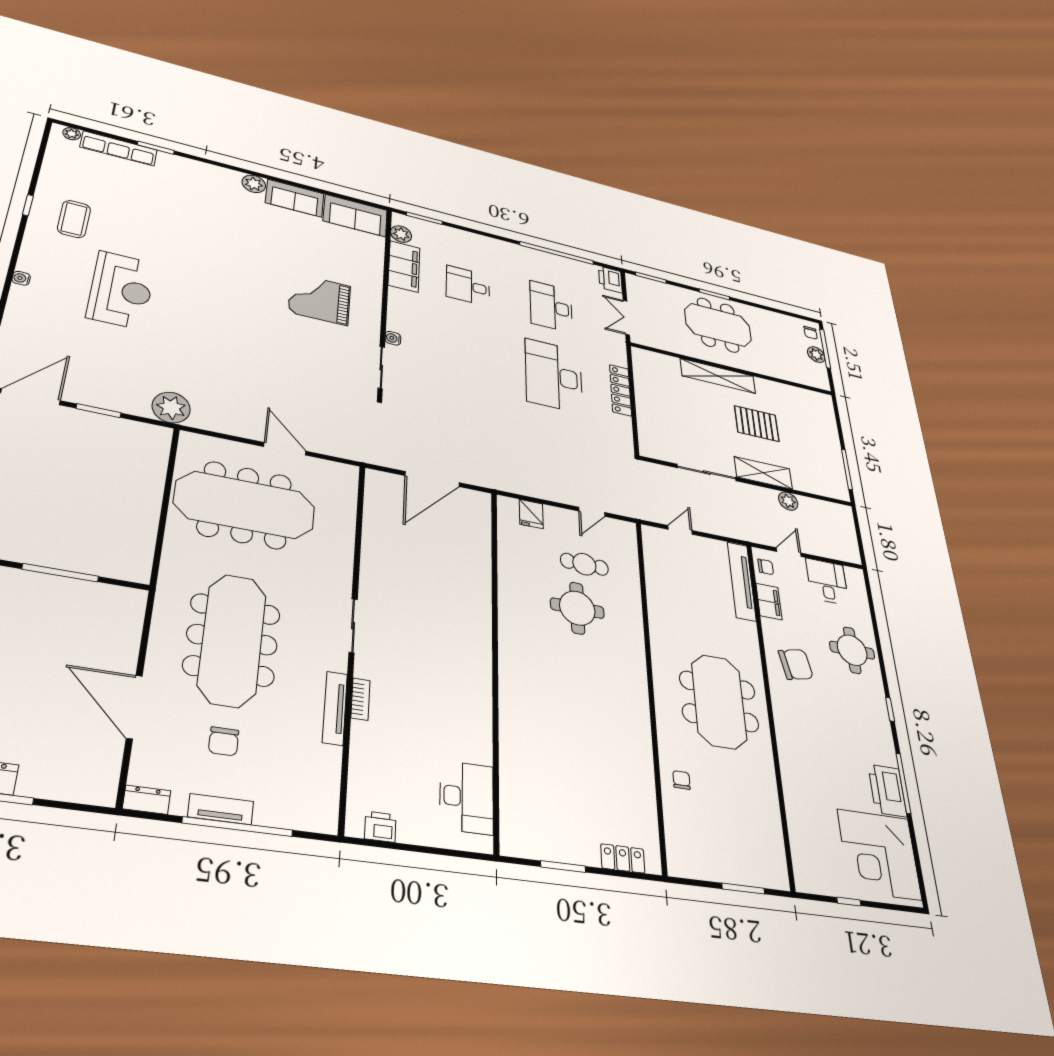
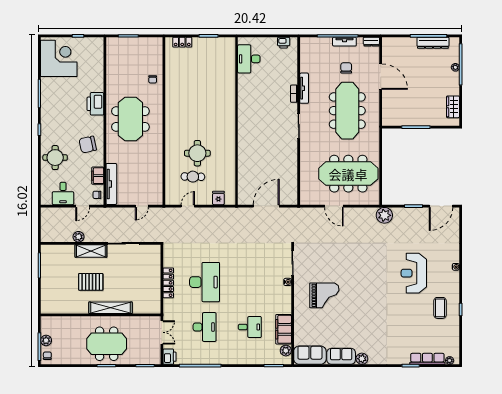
printer: (887, 790) -> (95, 104), moved, turned 180

